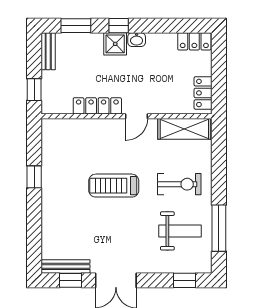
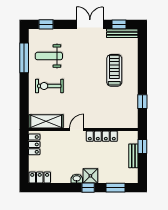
bench: (48, 51) -> (133, 156), moved
window: (34, 177) -> (142, 102), moved
treadmill: (114, 186) -> (114, 70), moved, turned -90

